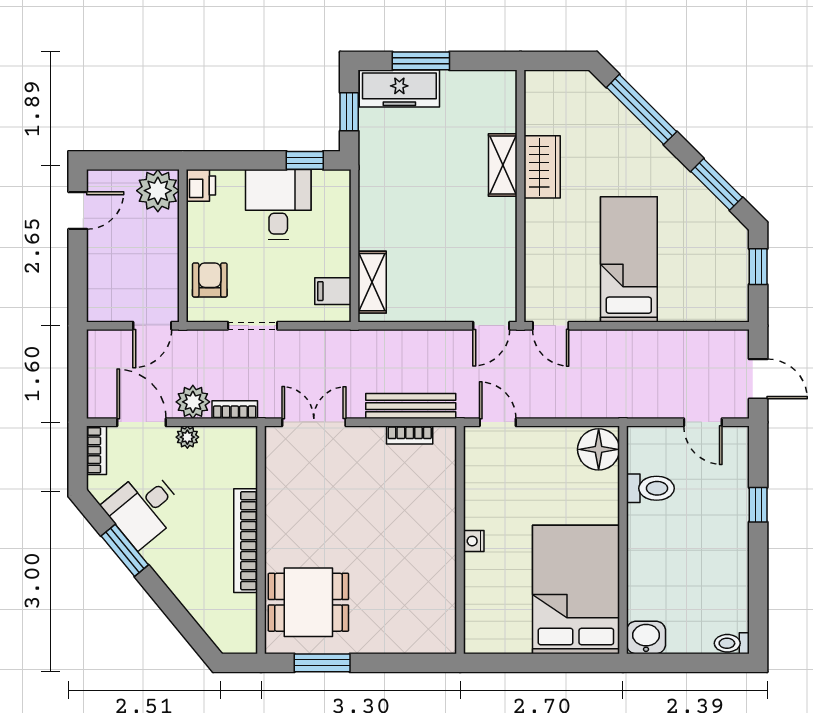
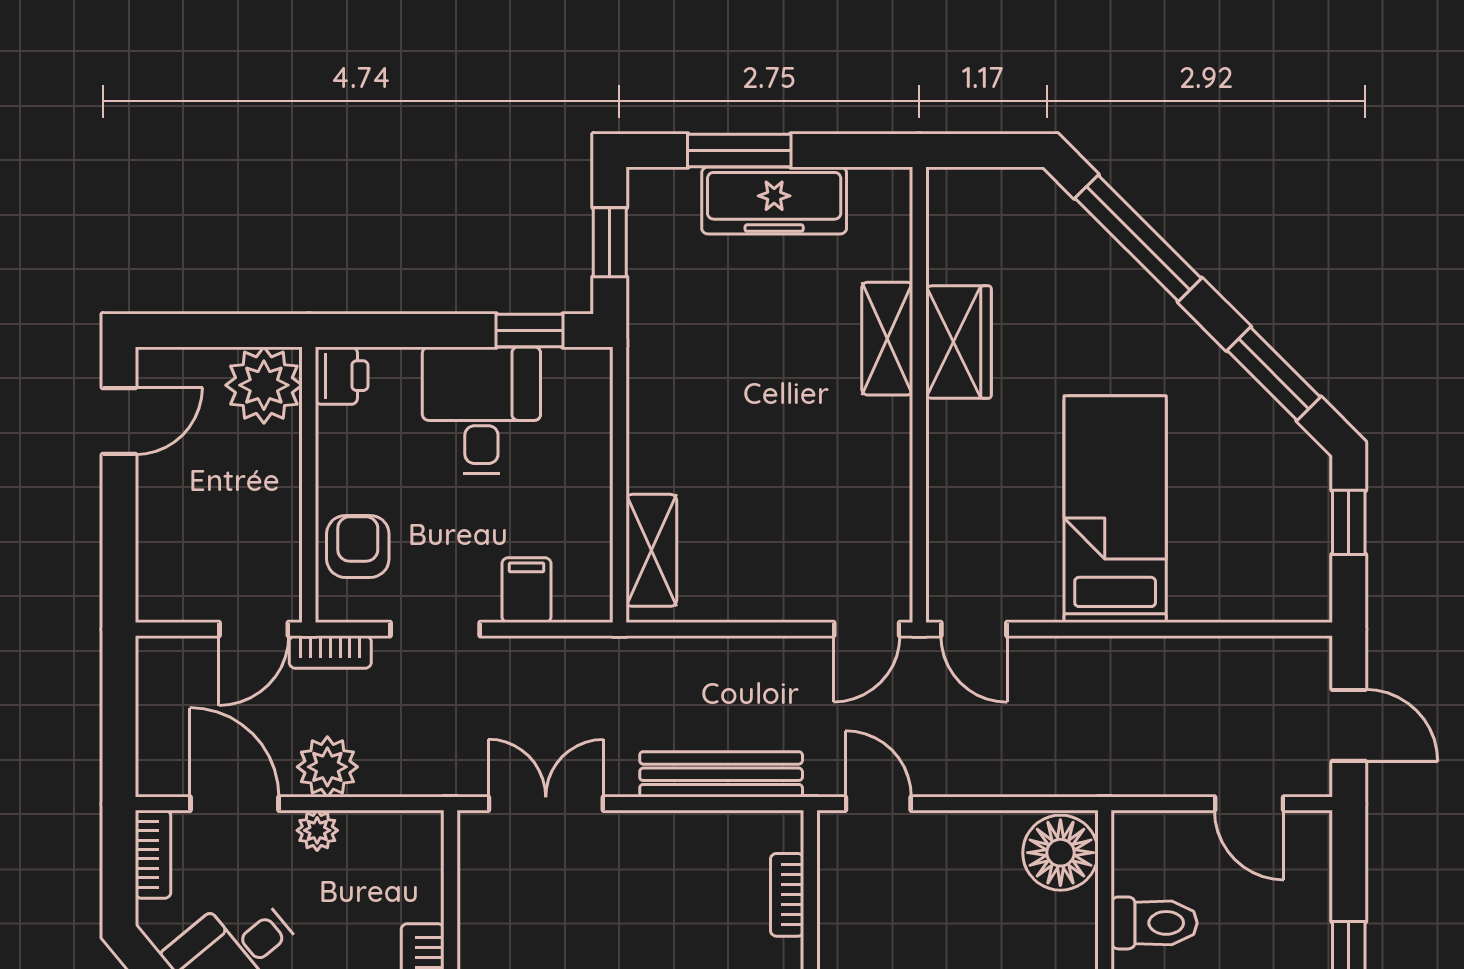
freezer: (399, 89) -> (774, 200), moved
filing cabinet: (333, 291) -> (526, 590), moved, turned 90
bookcase: (235, 410) -> (330, 652), moved, turned 180
bookcase: (410, 435) -> (787, 895), moved, turned 90

